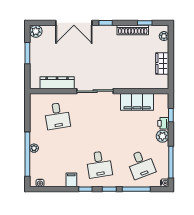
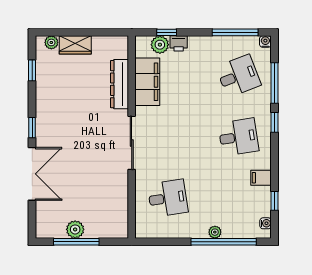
shoe rack: (133, 30) -> (42, 88), removed
plant: (36, 31) -> (75, 229), moved
window: (27, 53) -> (76, 242), width x1.44
wardrobe: (162, 64) -> (75, 45), moved
dresser: (57, 83) -> (120, 84), moved
plant: (162, 136) -> (160, 45), moved
window: (85, 189) -> (275, 201), moved

